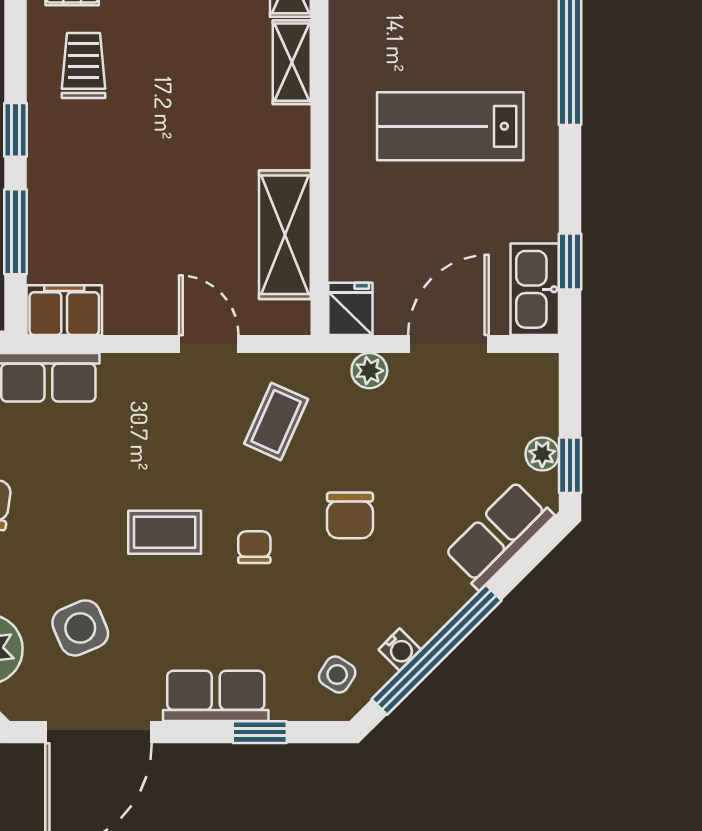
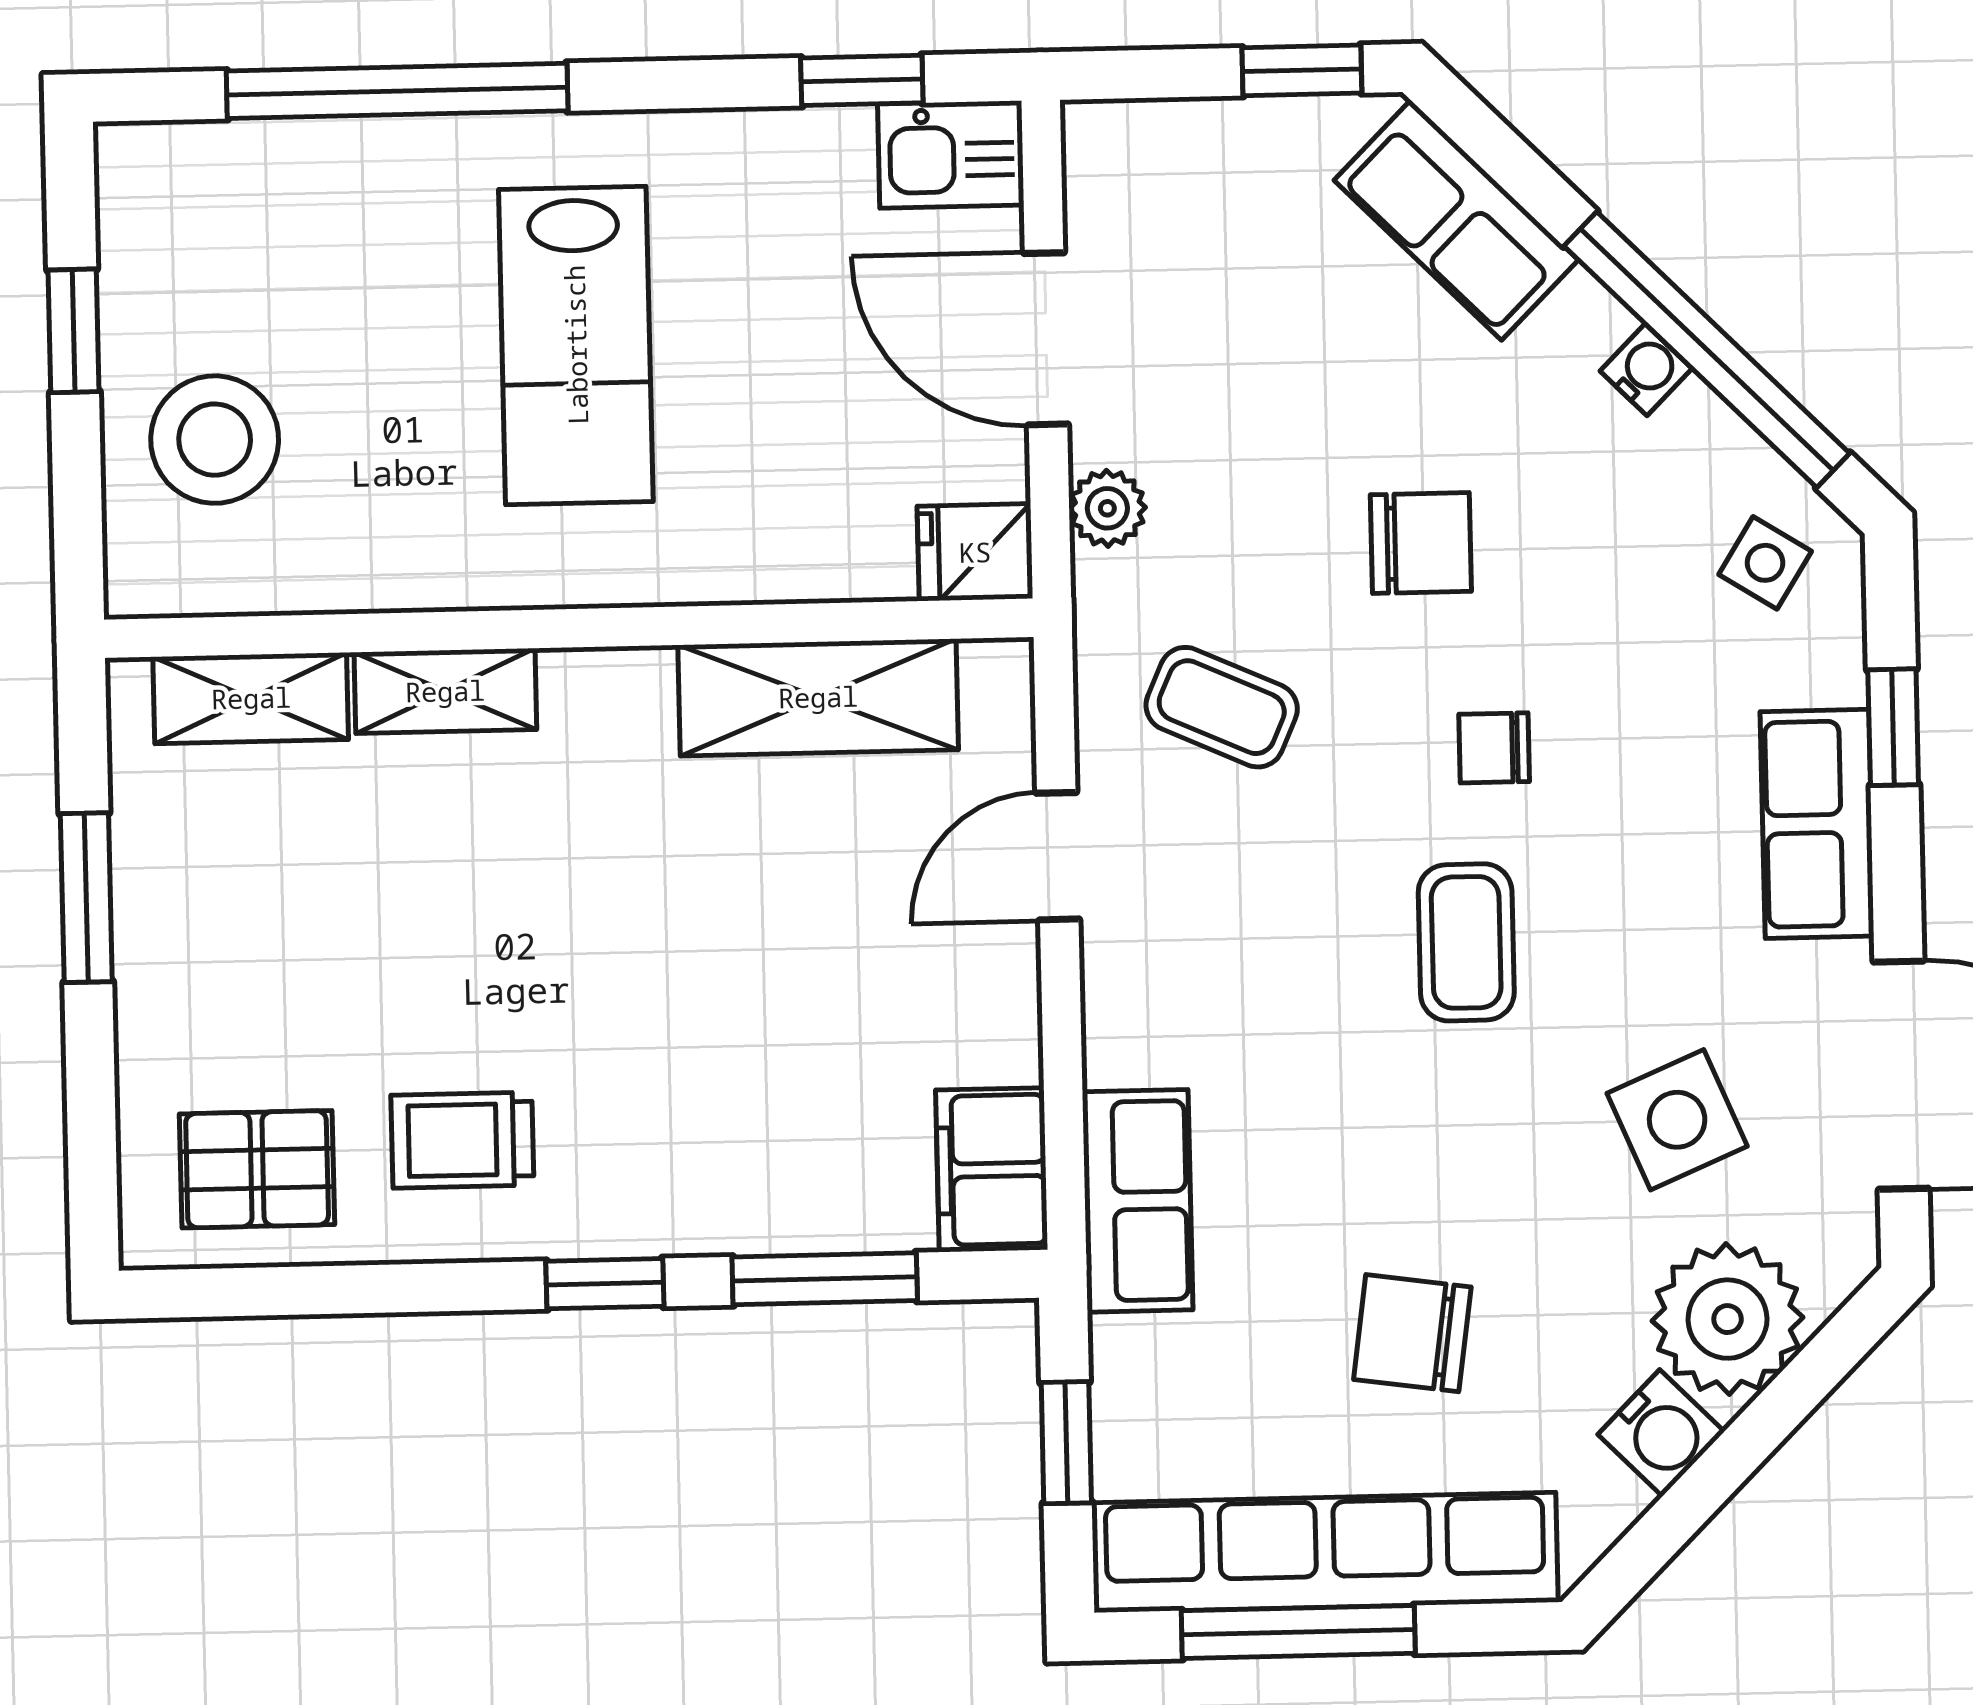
kitchen sink: (535, 289) -> (951, 155), width x0.73
plant: (542, 454) -> (1279, 131), removed
water cooler: (400, 650) -> (1646, 370), moved

